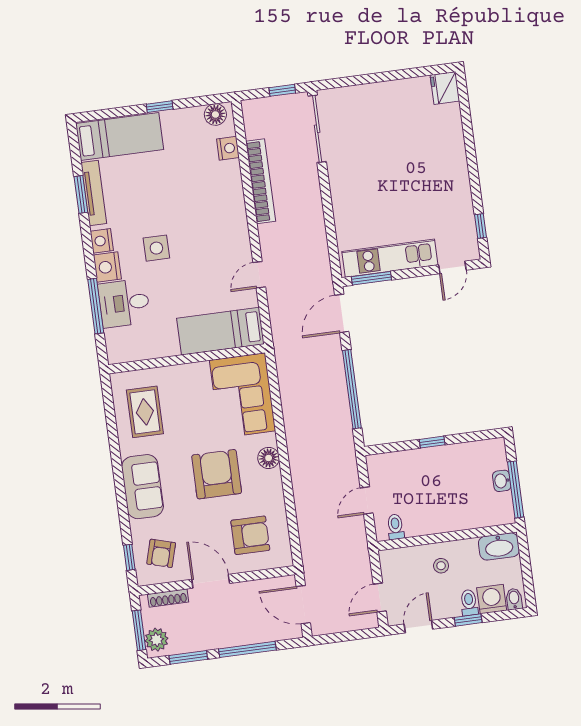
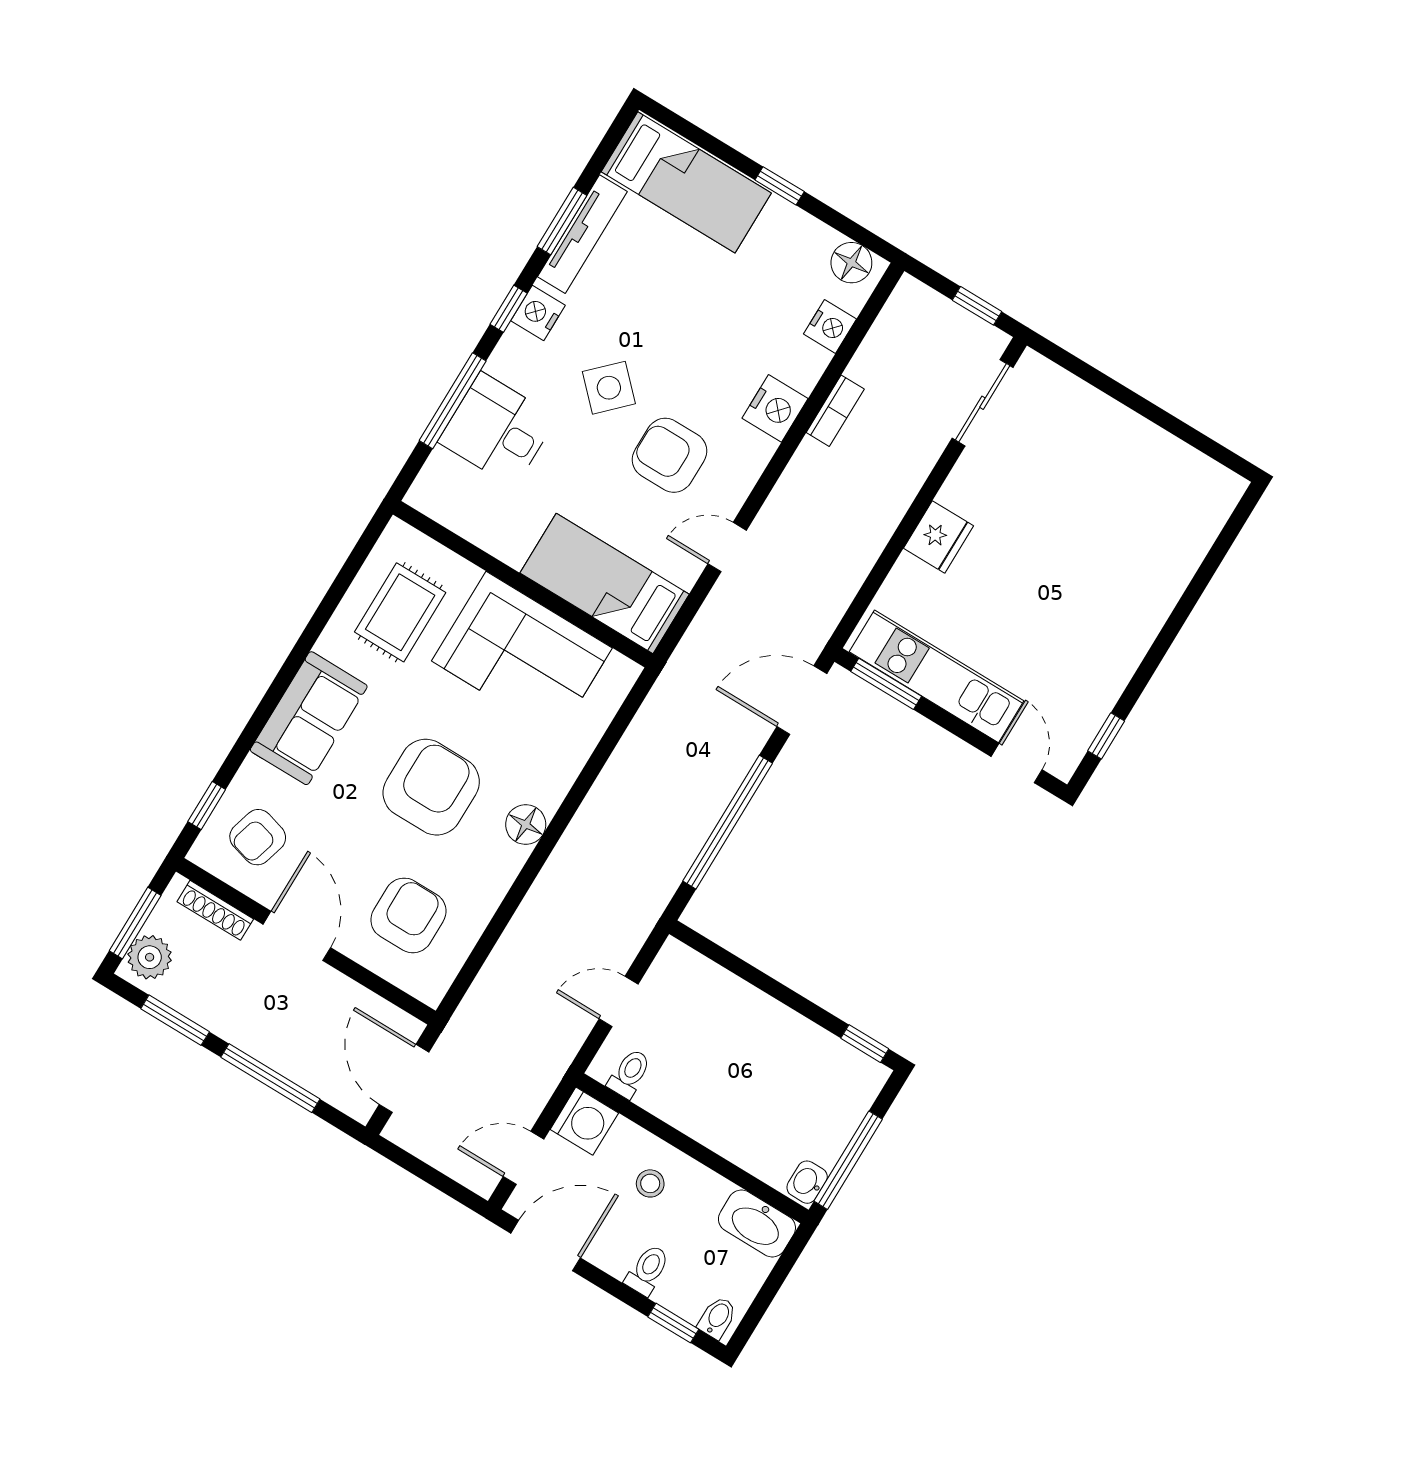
fridge: (445, 88) -> (938, 537), moved, turned 180
sliding door: (317, 129) -> (983, 403), width x0.73
bookcase: (261, 181) -> (835, 411), width x0.43, depth x0.76
side table: (156, 248) -> (609, 388), turned 45
window: (88, 249) -> (509, 309), added
armchair: (204, 256) -> (670, 455), added
nightstand: (107, 267) -> (775, 408), moved, turned 180
door: (452, 267) -> (1017, 763), swing flipped
corner sofa: (243, 396) -> (522, 655), moved, turned -90
window: (432, 442) -> (865, 1044), moved
washbasin: (502, 481) -> (807, 1182), moved
armchair: (250, 535) -> (408, 915), turned -90
washing machine: (492, 599) -> (584, 1121), moved, turned 90
window: (468, 620) -> (673, 1323), moved
door: (418, 627) -> (546, 1246), width x1.38

